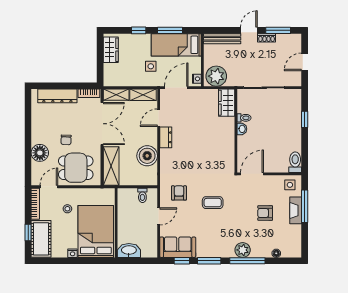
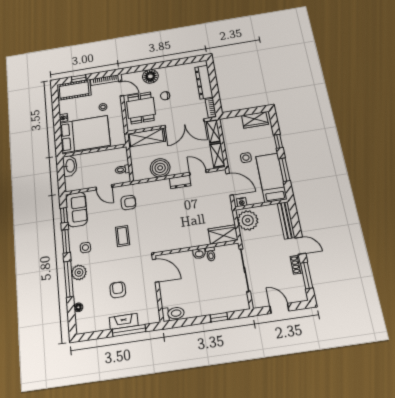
side table: (290, 185) -> (85, 248), moved

